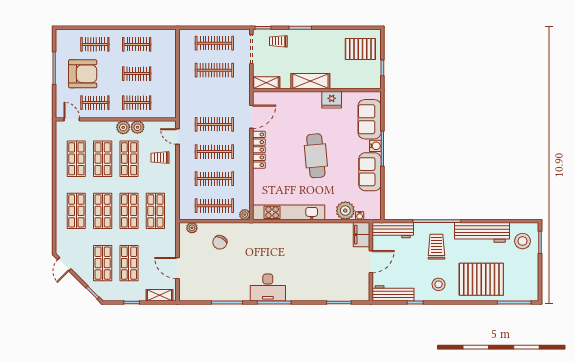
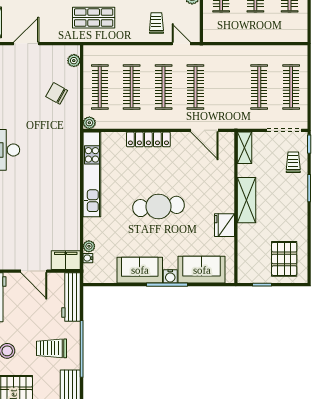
door: (178, 137) -> (181, 44), hinge flipped
locker: (259, 150) -> (148, 139), moved
plant: (345, 211) -> (89, 246), width x0.53, depth x0.53
trolley: (436, 247) -> (51, 348), turned 180

